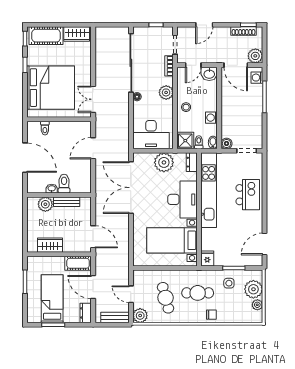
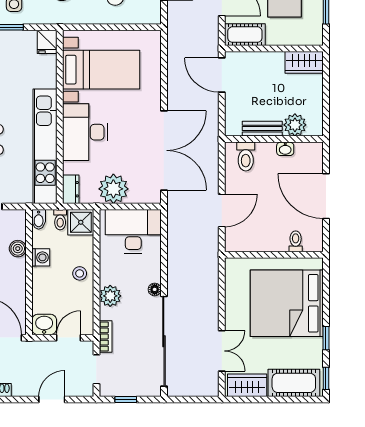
double door: (93, 99) -> (222, 351), moved
boiler: (226, 143) -> (18, 249), moved
toilet: (64, 184) -> (246, 157), moved
wardrobe: (50, 245) -> (304, 62), moved

